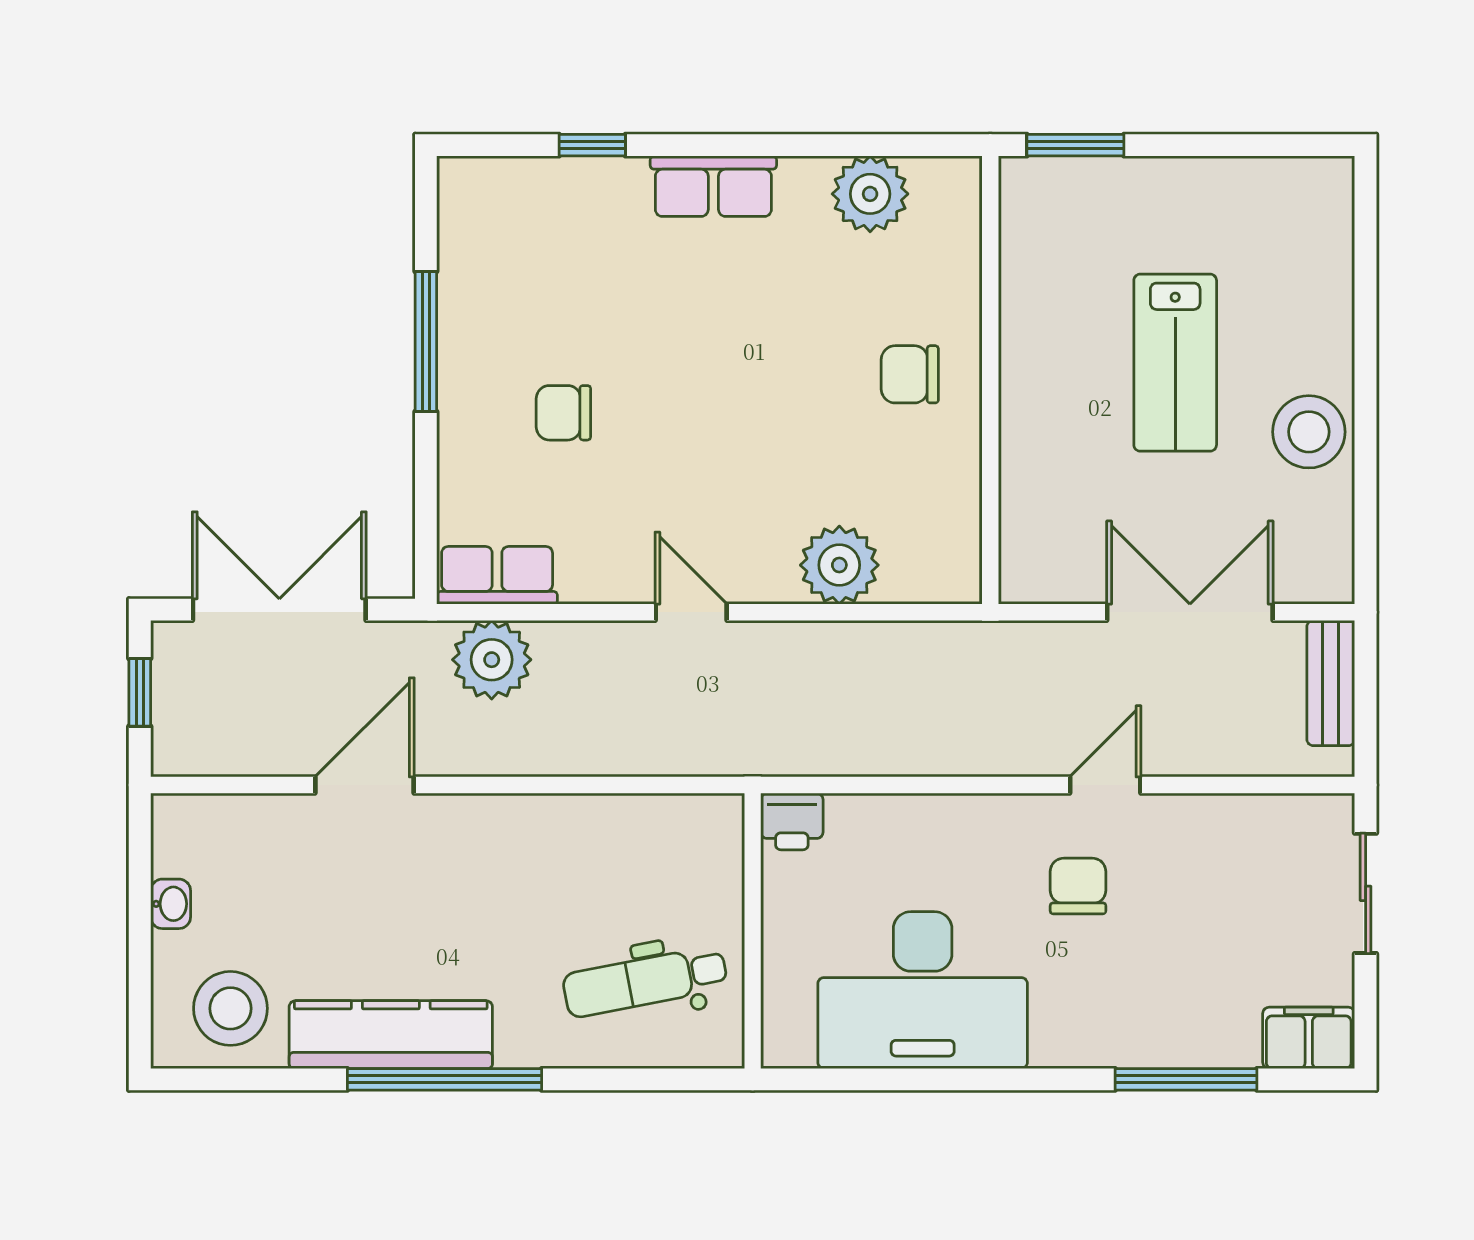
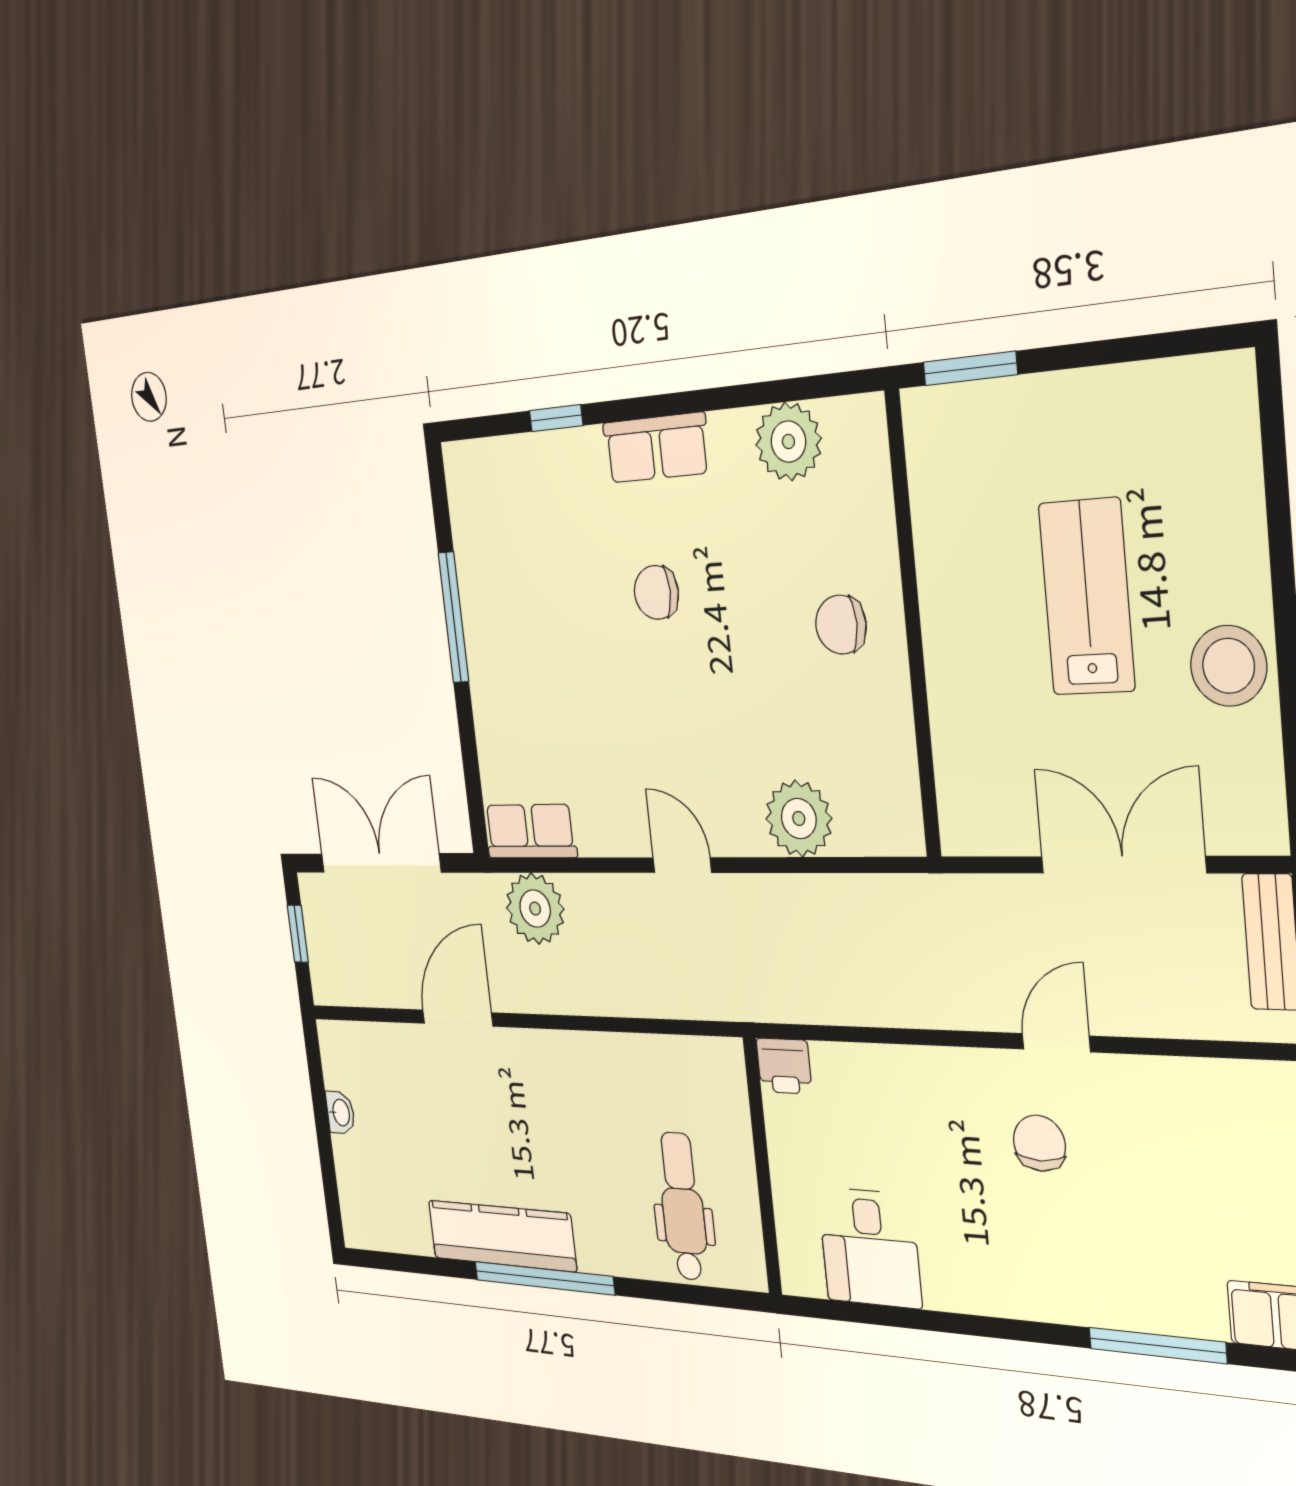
lab bench: (1175, 363) -> (1087, 597), turned 180
chair: (563, 413) -> (656, 592), moved
dental chair: (645, 982) -> (683, 1206), turned 101
desk: (923, 990) -> (870, 1248), width x0.53, depth x0.77
stool: (230, 1008) -> (390, 1203), removed

